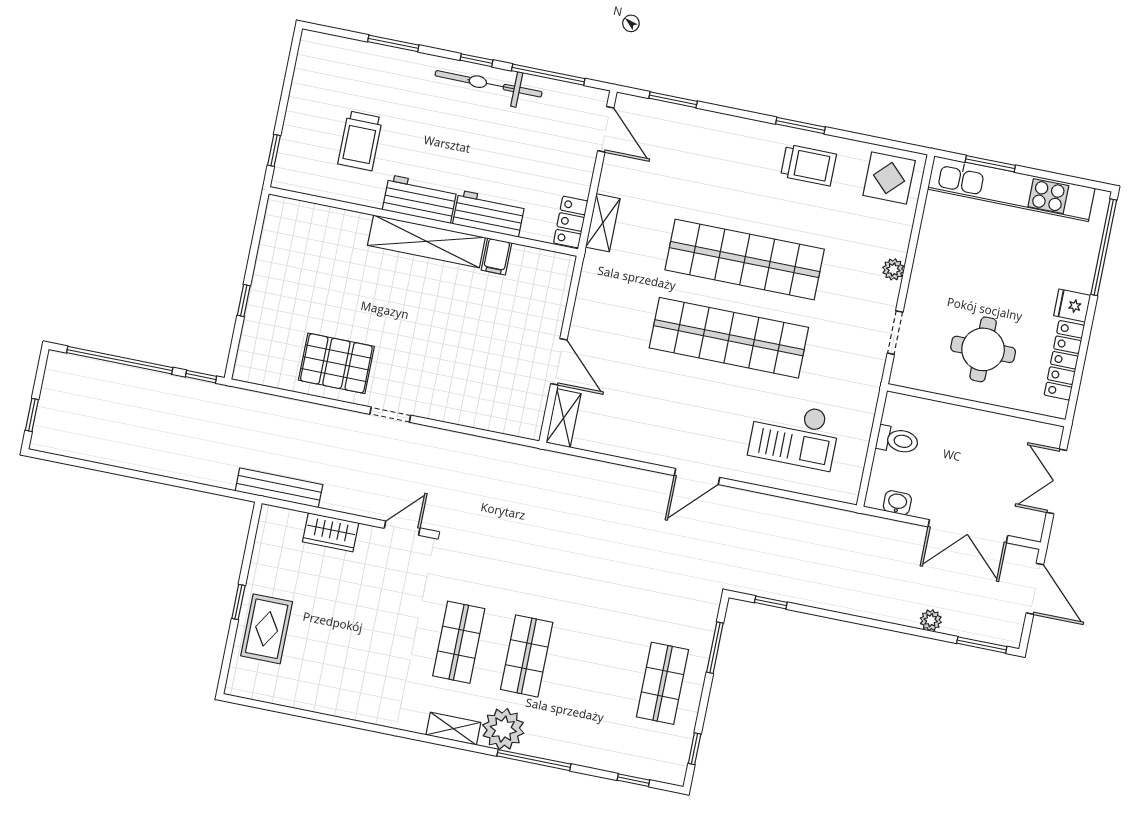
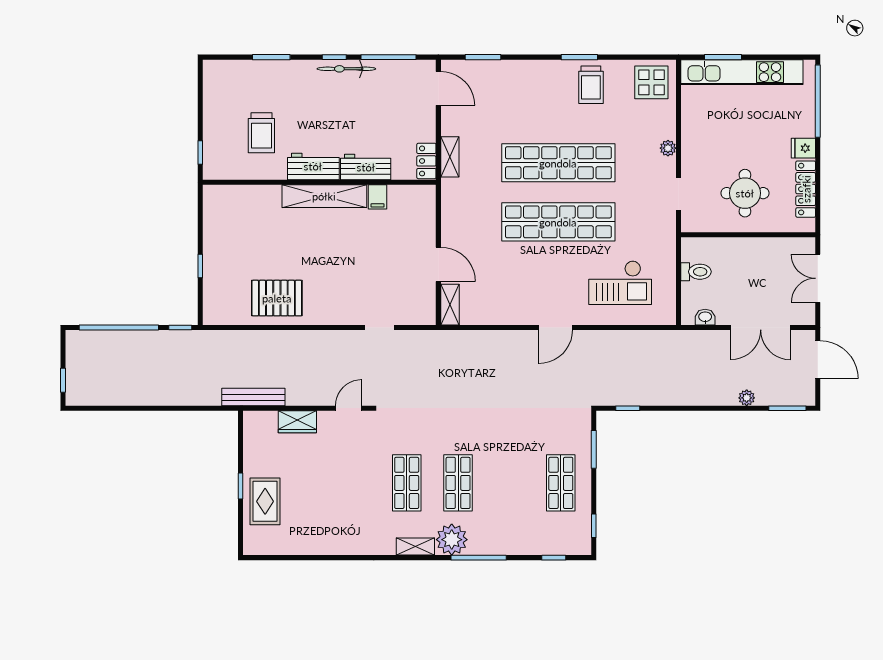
bicycle: (489, 84) -> (346, 69), width x0.73, depth x0.71
trolley: (808, 165) -> (591, 85), turned 90
doorway: (390, 415) -> (380, 328), moved

